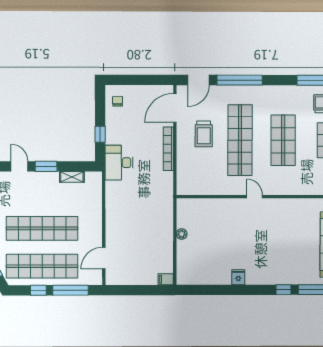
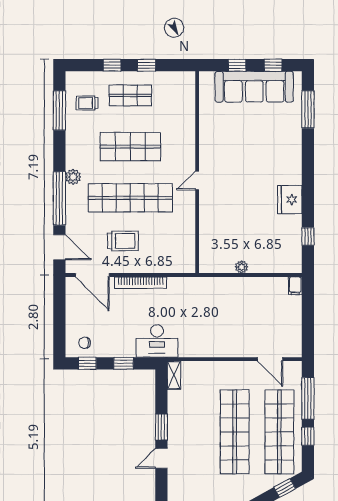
plant: (258, 92) -> (73, 177), added
window: (100, 103) -> (87, 363), added
shelving: (72, 177) -> (174, 375), moved
fridge: (238, 277) -> (290, 200), width x1.88, depth x1.34
window: (283, 290) -> (308, 236), moved

